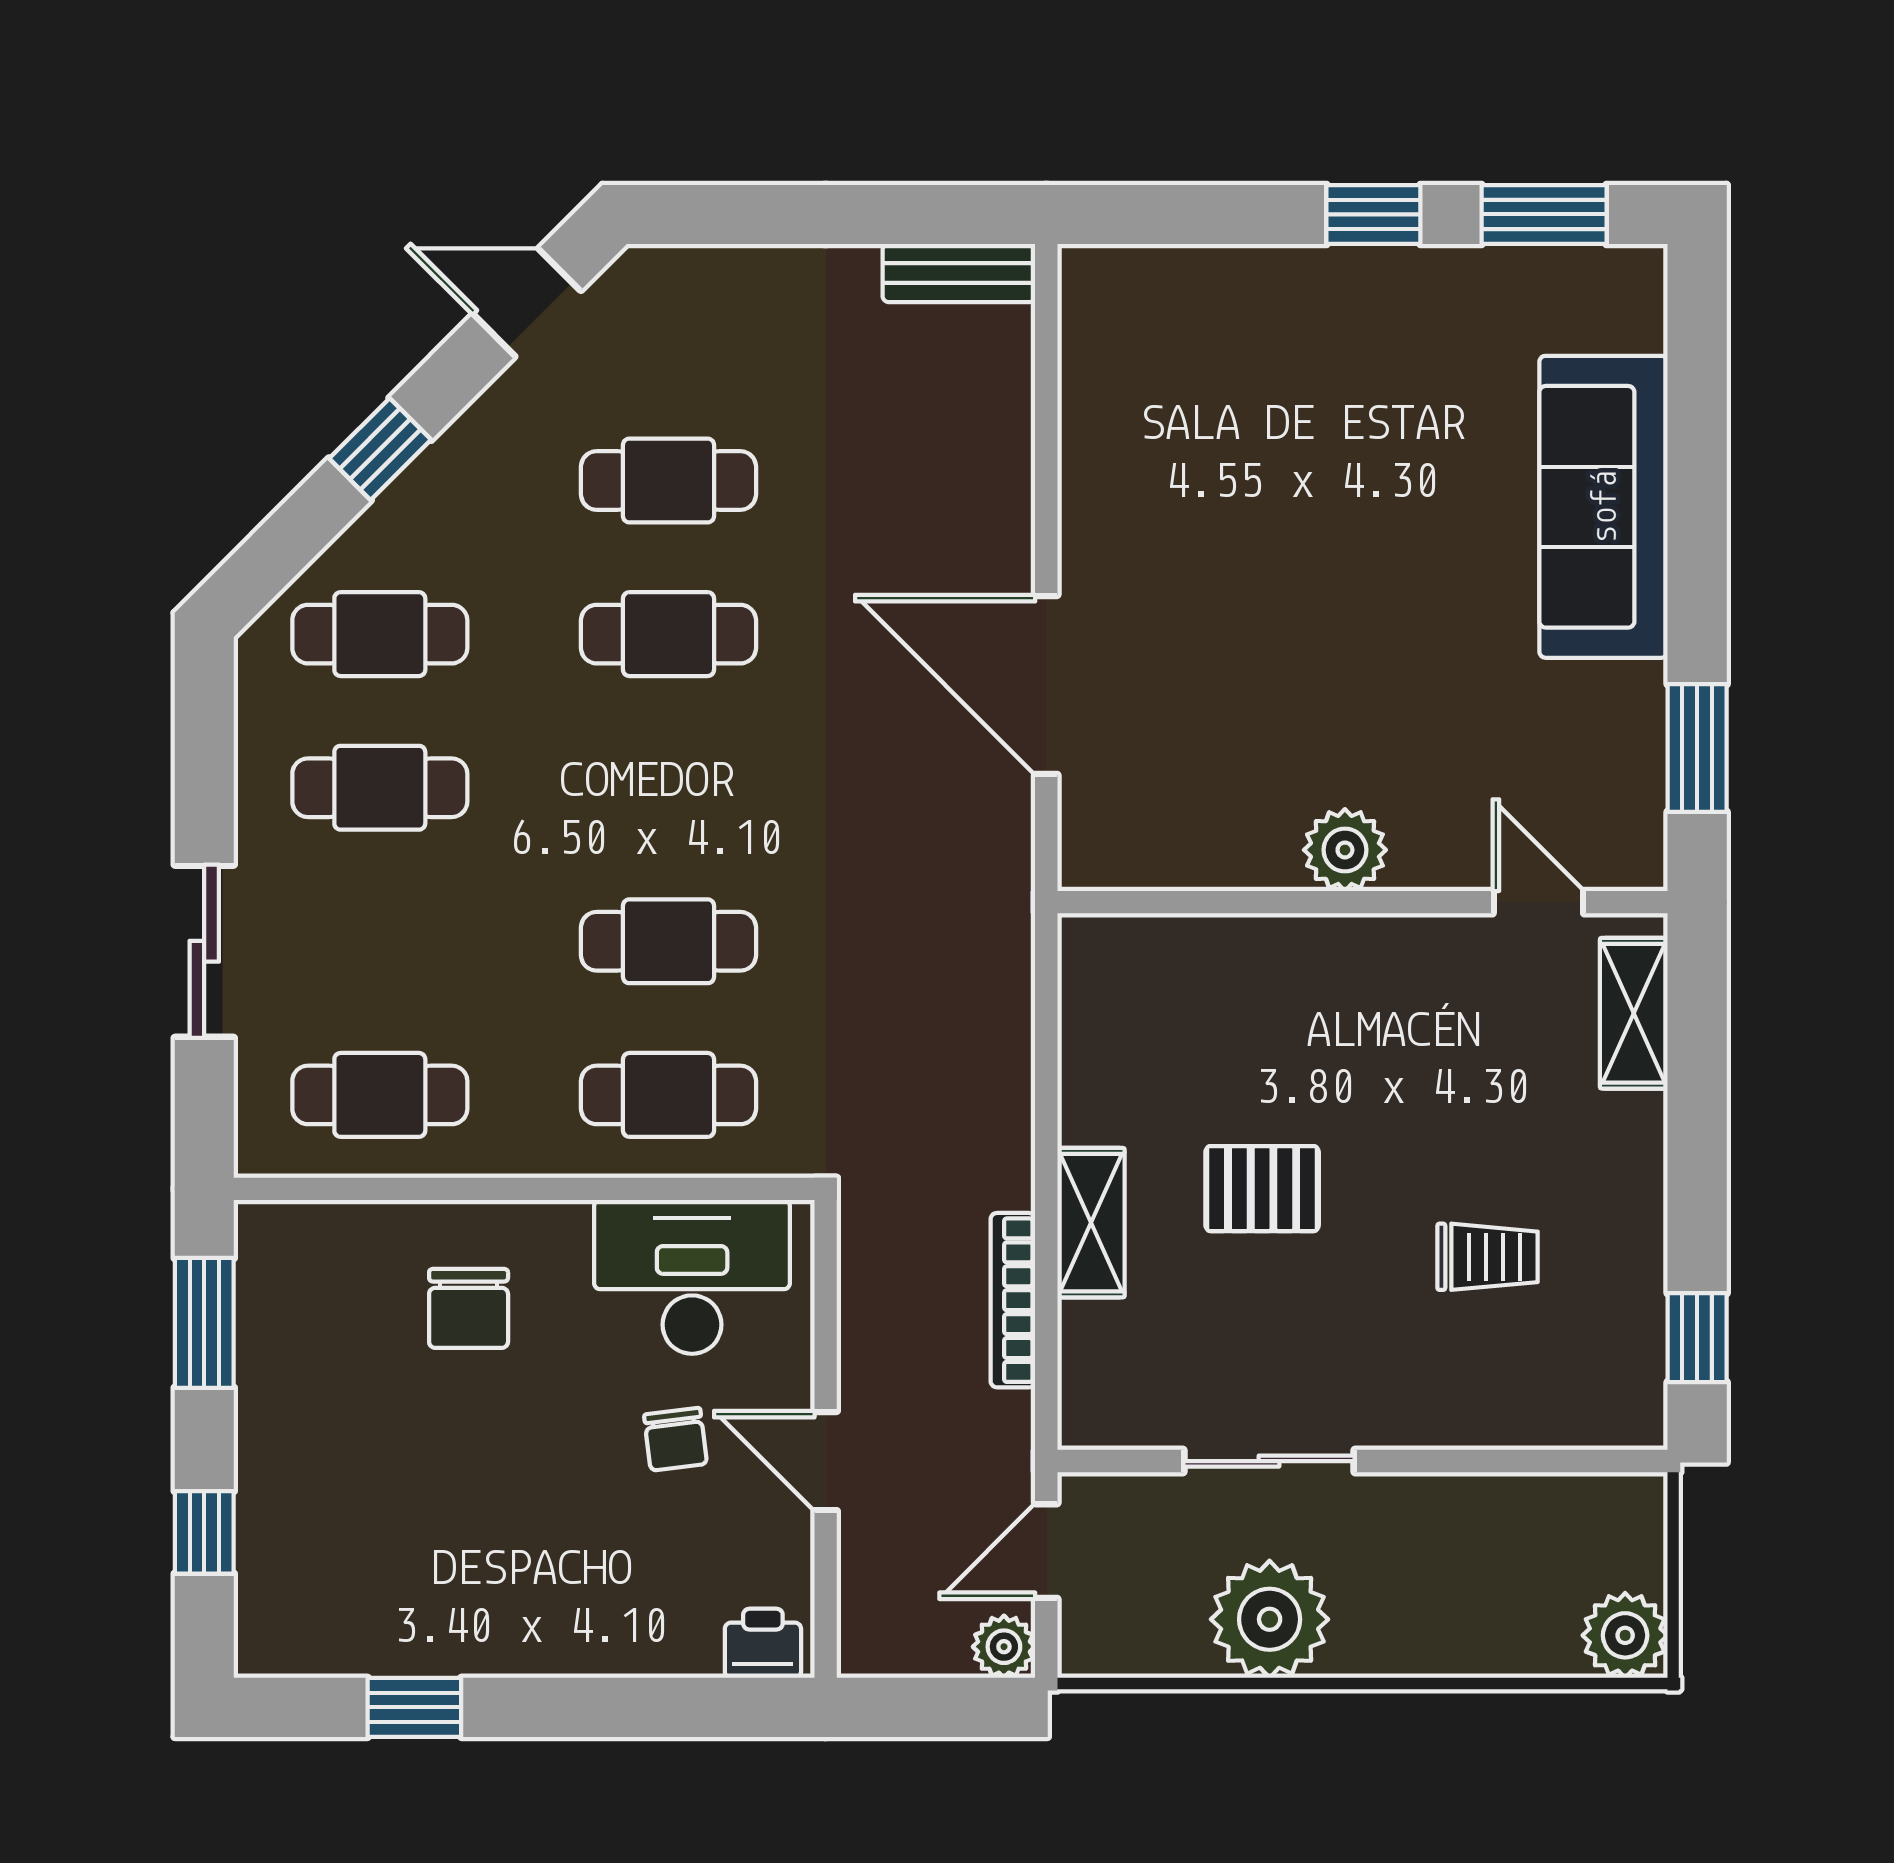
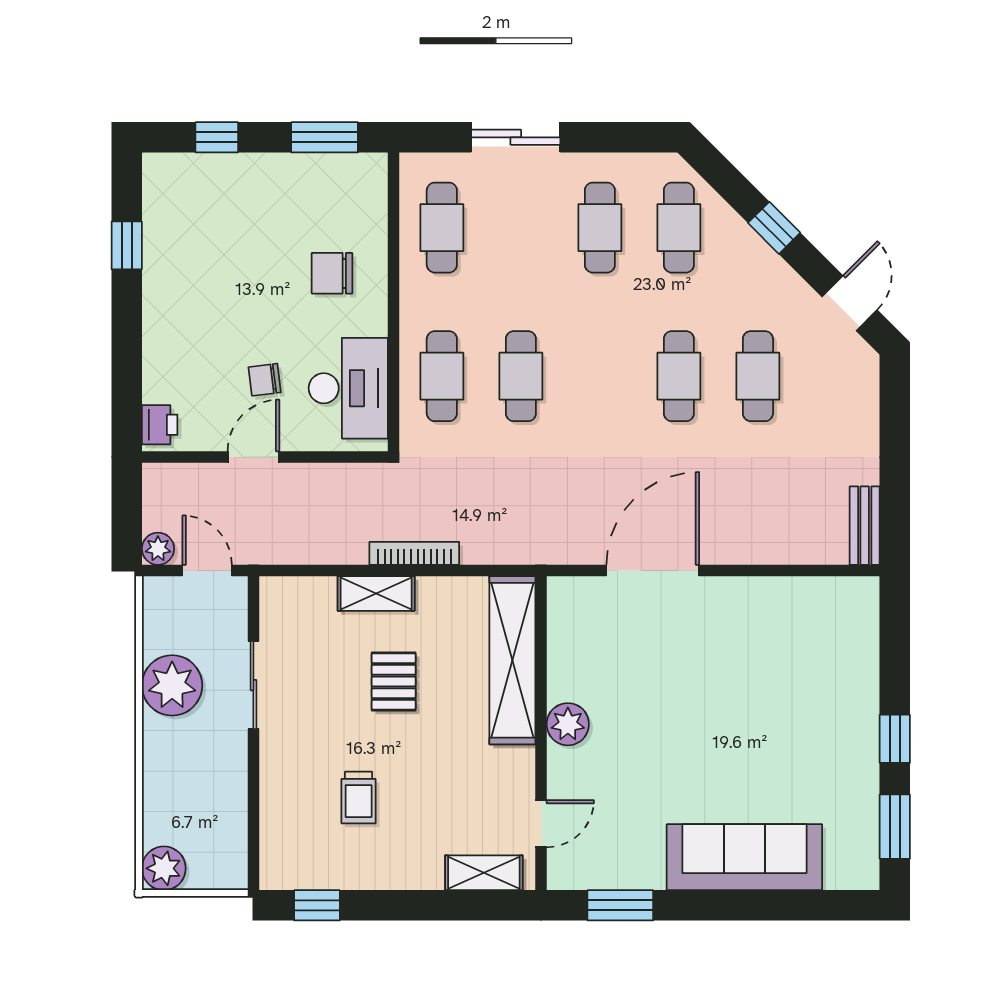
shelving: (1221, 958) -> (512, 660), added
bookcase: (1013, 1300) -> (414, 553), moved

